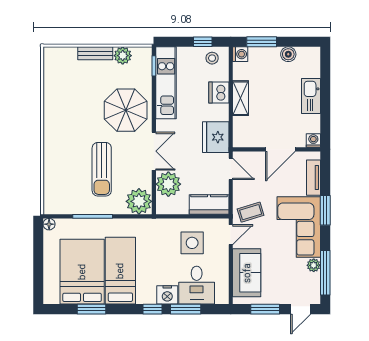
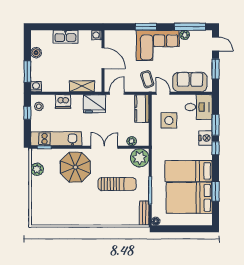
bench: (95, 53) -> (144, 213), moved
shelving: (241, 98) -> (82, 86), moved
tv unit: (313, 178) -> (123, 35), removed
plant: (168, 184) -> (132, 141), width x0.53, depth x0.53
desk: (197, 285) -> (199, 107), moved

